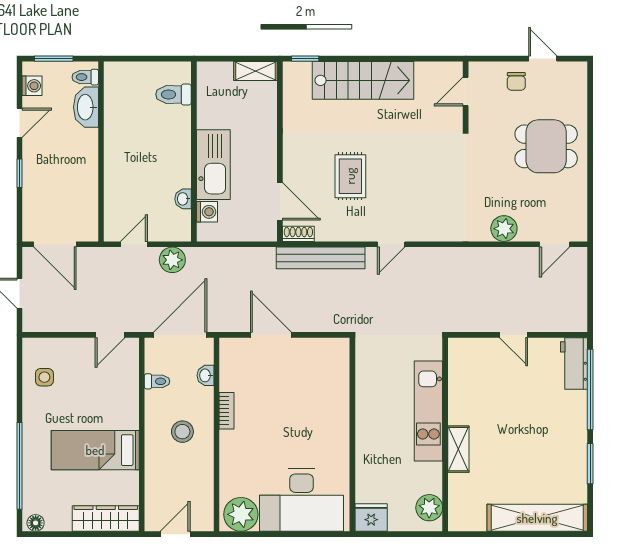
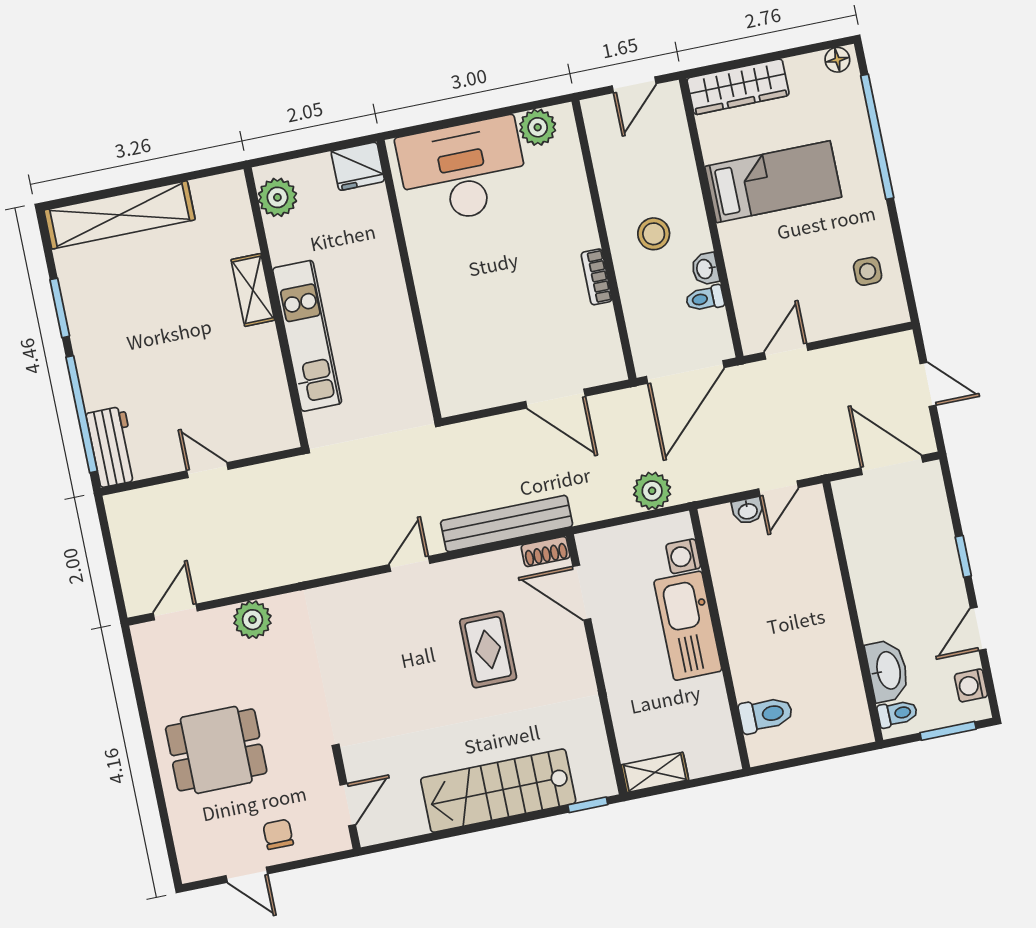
washbasin: (183, 199) -> (748, 511), moved, turned 90
plant: (172, 260) -> (652, 491), moved
washbasin: (205, 375) -> (705, 269), moved, turned 180
plant: (241, 514) -> (538, 127), width x0.73, depth x0.73

